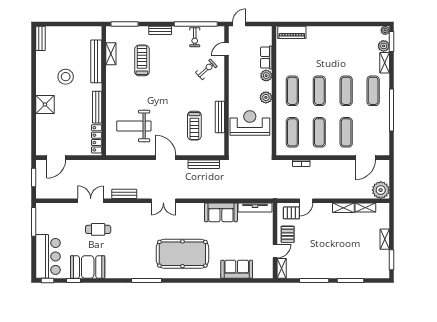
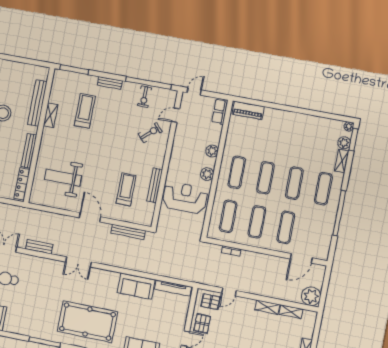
shelving: (111, 54) -> (51, 115), moved
row of seats: (266, 58) -> (220, 112), moved
treadmill: (194, 126) -> (126, 189), turned 180

